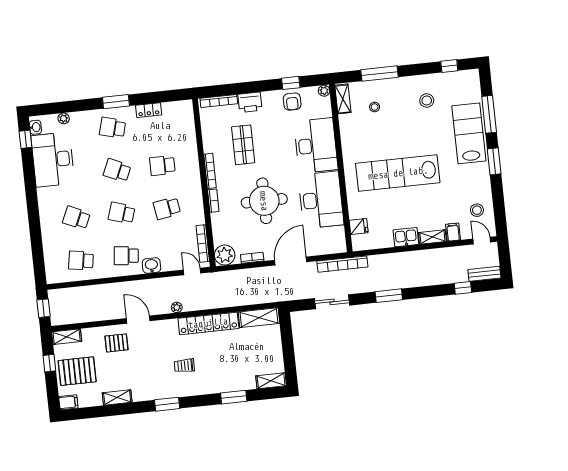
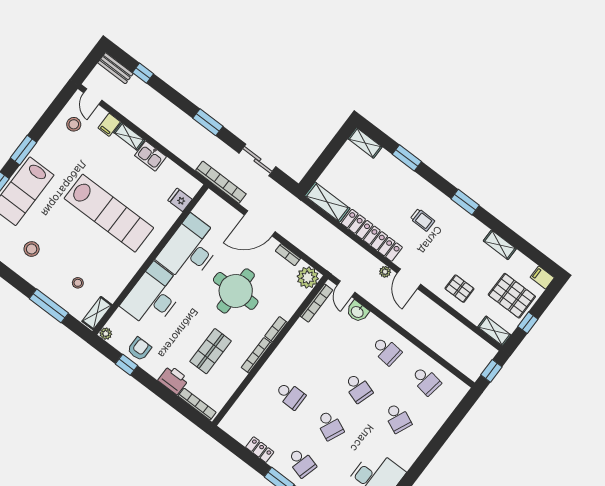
school desk: (167, 208) -> (319, 358), removed
washbasin: (151, 266) -> (357, 312), moved
door: (138, 320) -> (409, 279), moved

